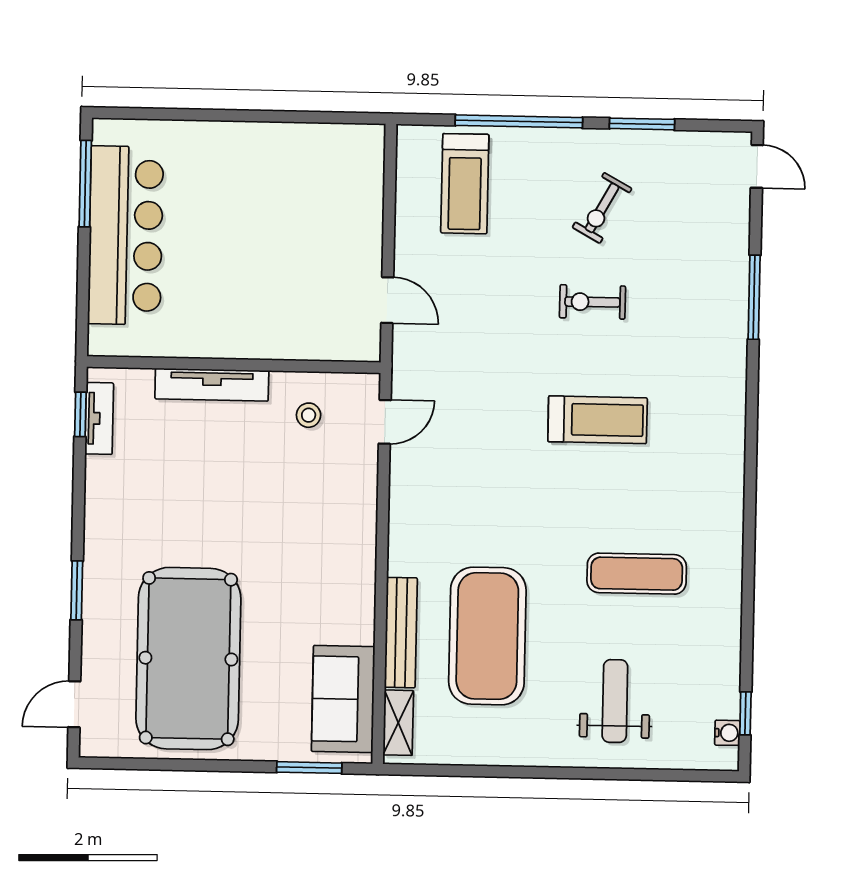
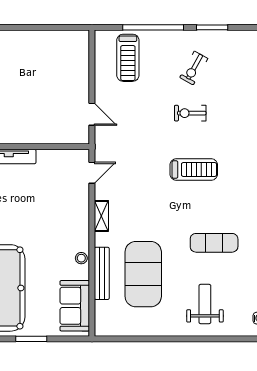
stool: (309, 415) -> (81, 258), moved
shelving: (398, 723) -> (101, 216), moved
window: (309, 768) -> (31, 339), moved

